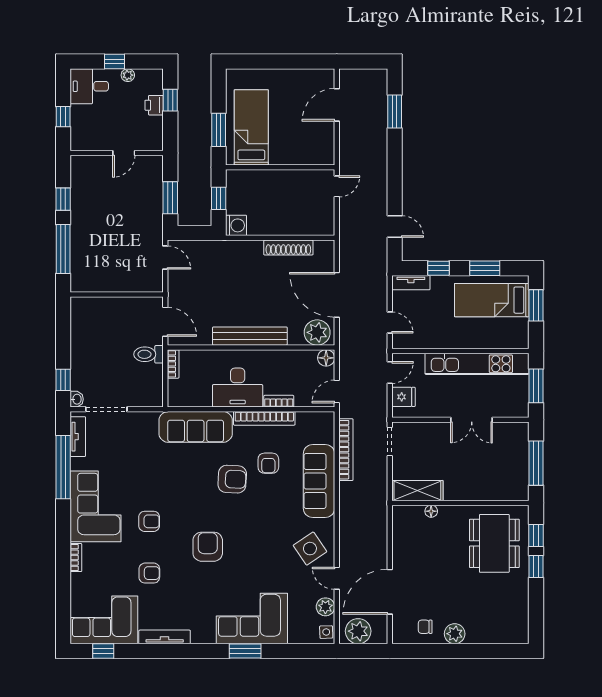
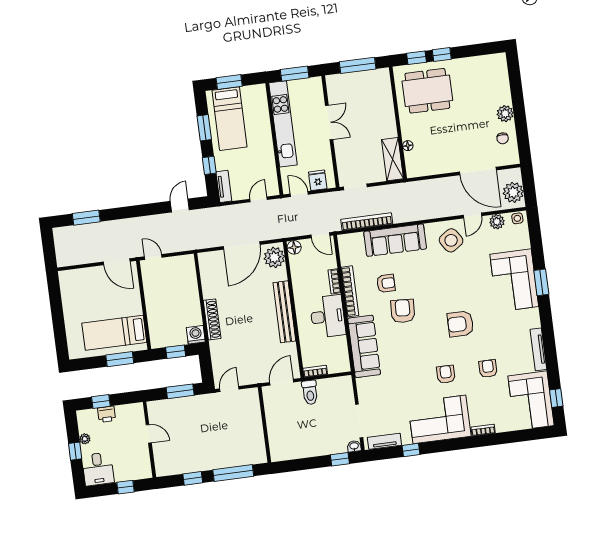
door: (337, 105) -> (117, 262), moved
shoe rack: (288, 248) -> (212, 319), moved
window: (63, 467) -> (411, 450), width x0.32

